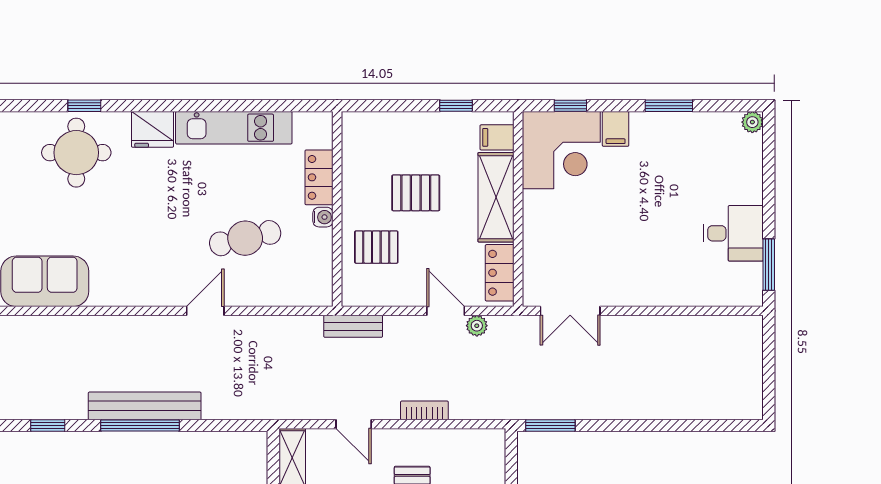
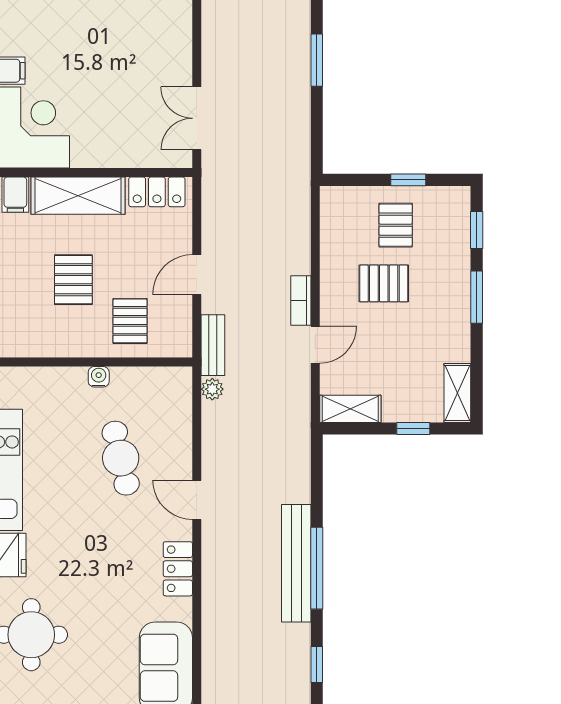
locker: (319, 177) -> (178, 569), moved, turned 90
door: (446, 311) -> (197, 275), moved
double door: (570, 311) -> (197, 118), swing flipped
plant: (477, 326) -> (212, 389), moved
bookcase: (424, 410) -> (301, 301), moved
window: (550, 426) -> (317, 60), moved

